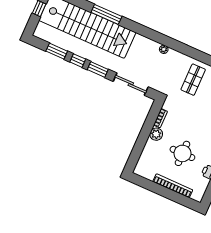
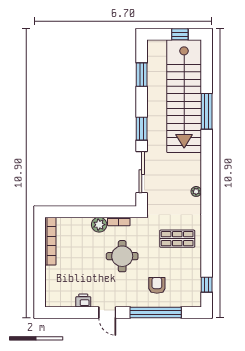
window: (78, 61) -> (142, 102), removed
round table: (182, 153) -> (122, 256), moved
bookcase: (173, 186) -> (50, 241), moved

